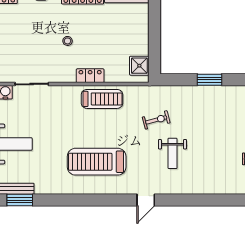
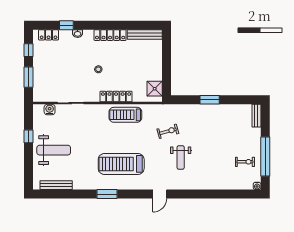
locker: (90, 76) -> (116, 97), width x1.53
treadmill: (102, 99) -> (125, 115), turned 180
window: (20, 200) -> (107, 194), moved

